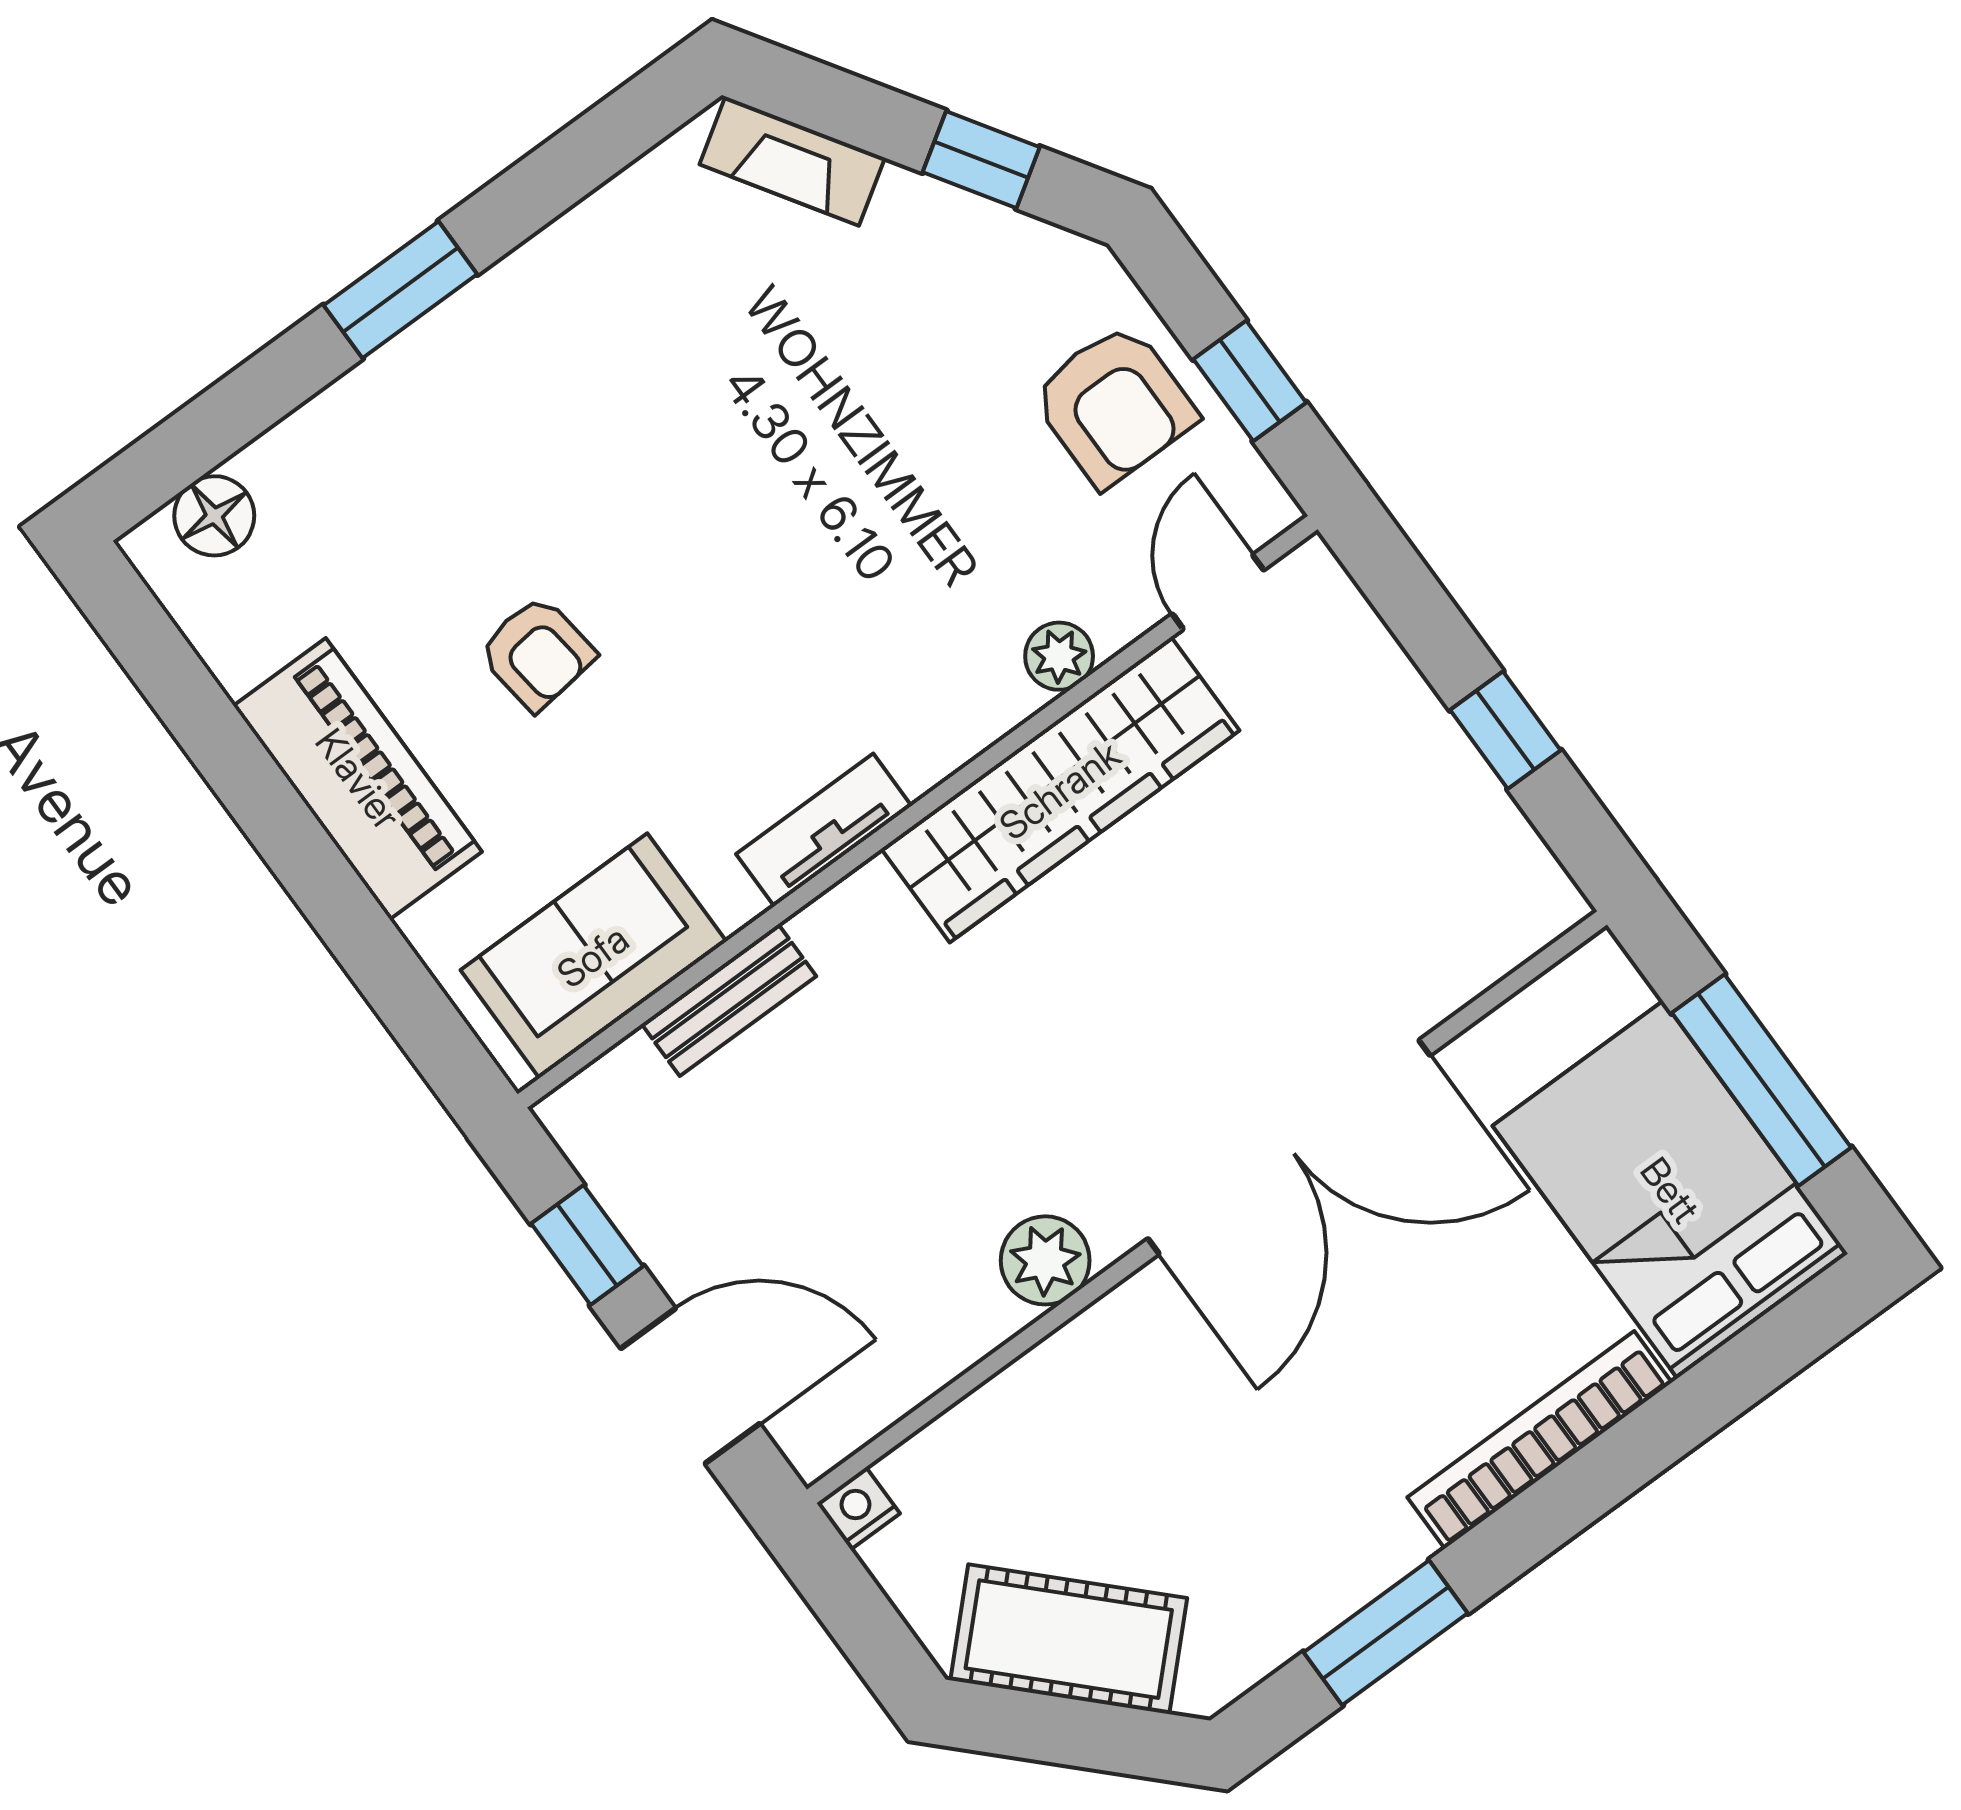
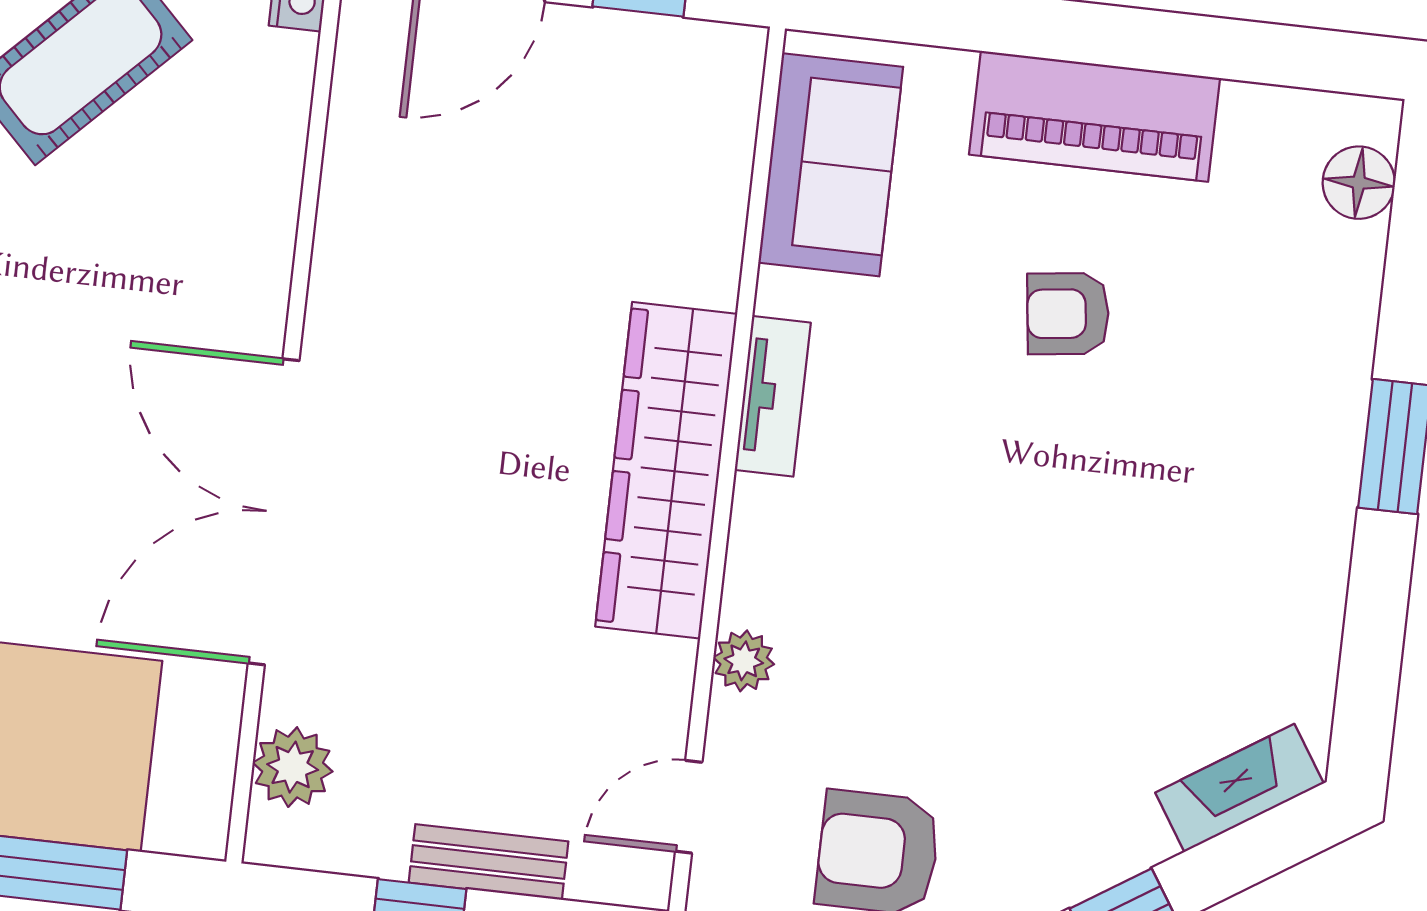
door: (1218, 592) -> (689, 807), swing flipped
wardrobe: (1060, 790) -> (666, 470), moved
bench: (729, 1000) -> (489, 862), moved, turned 90
plant: (1045, 1260) -> (293, 767), moved

